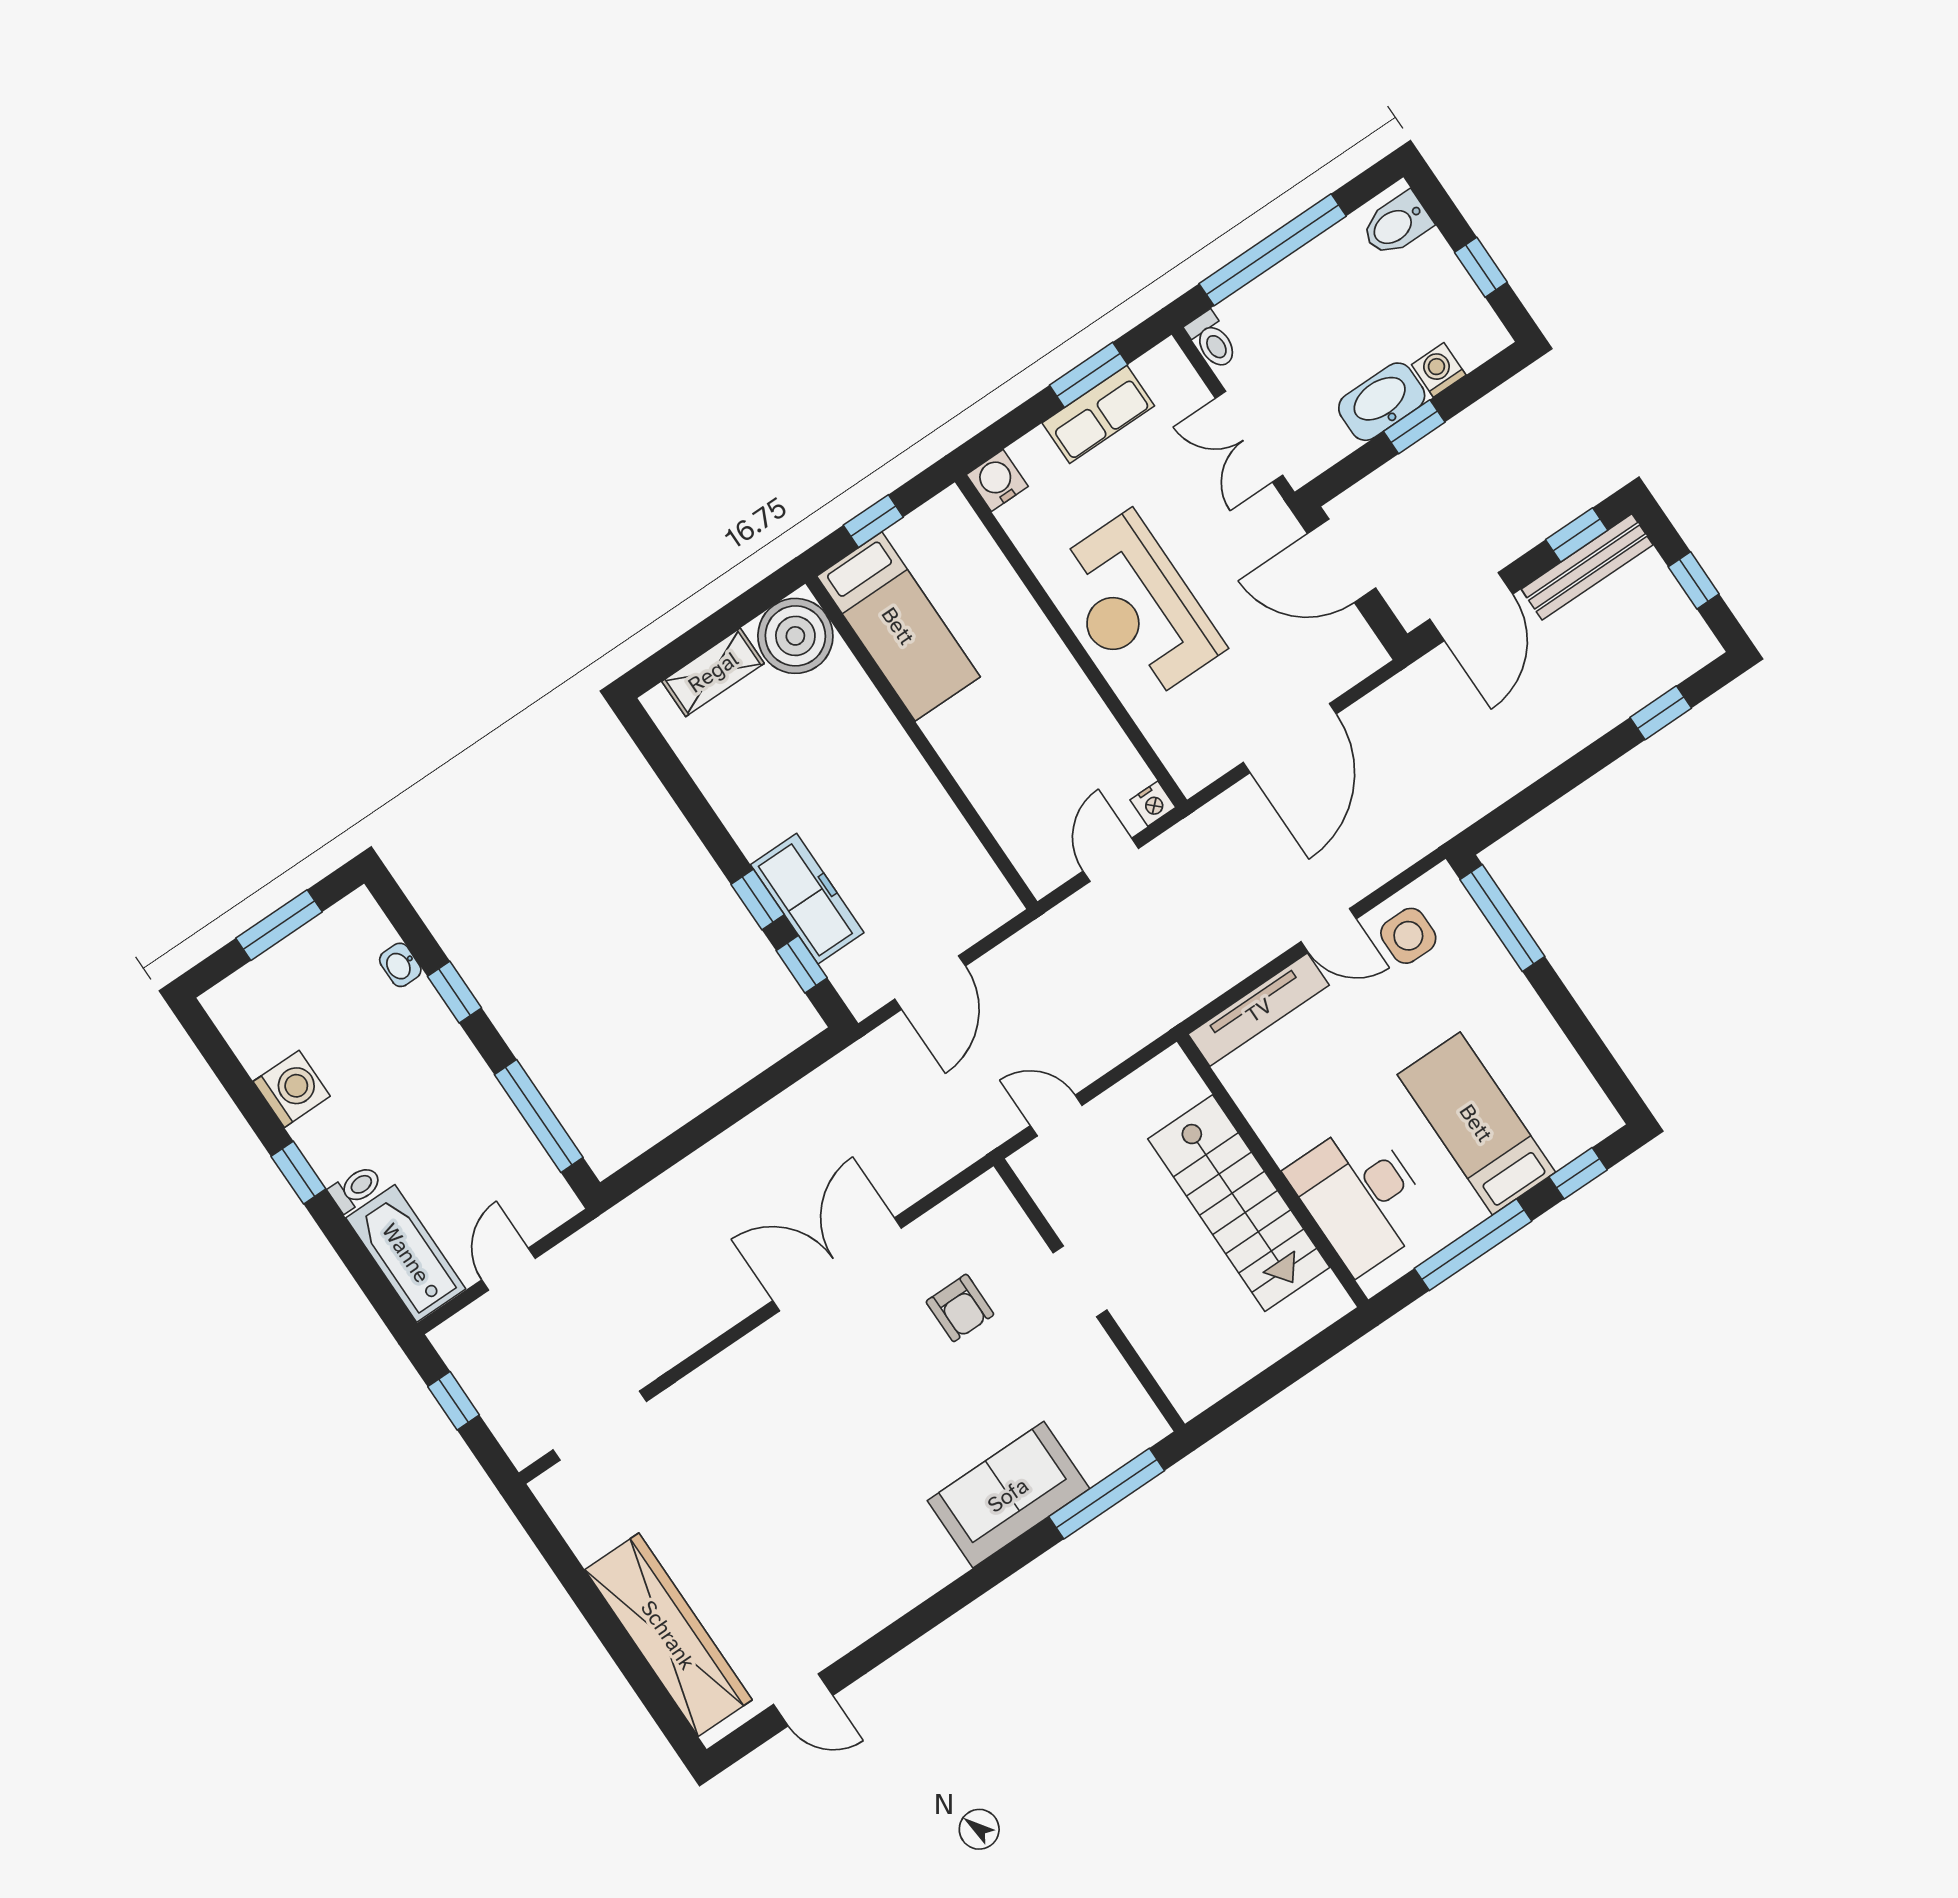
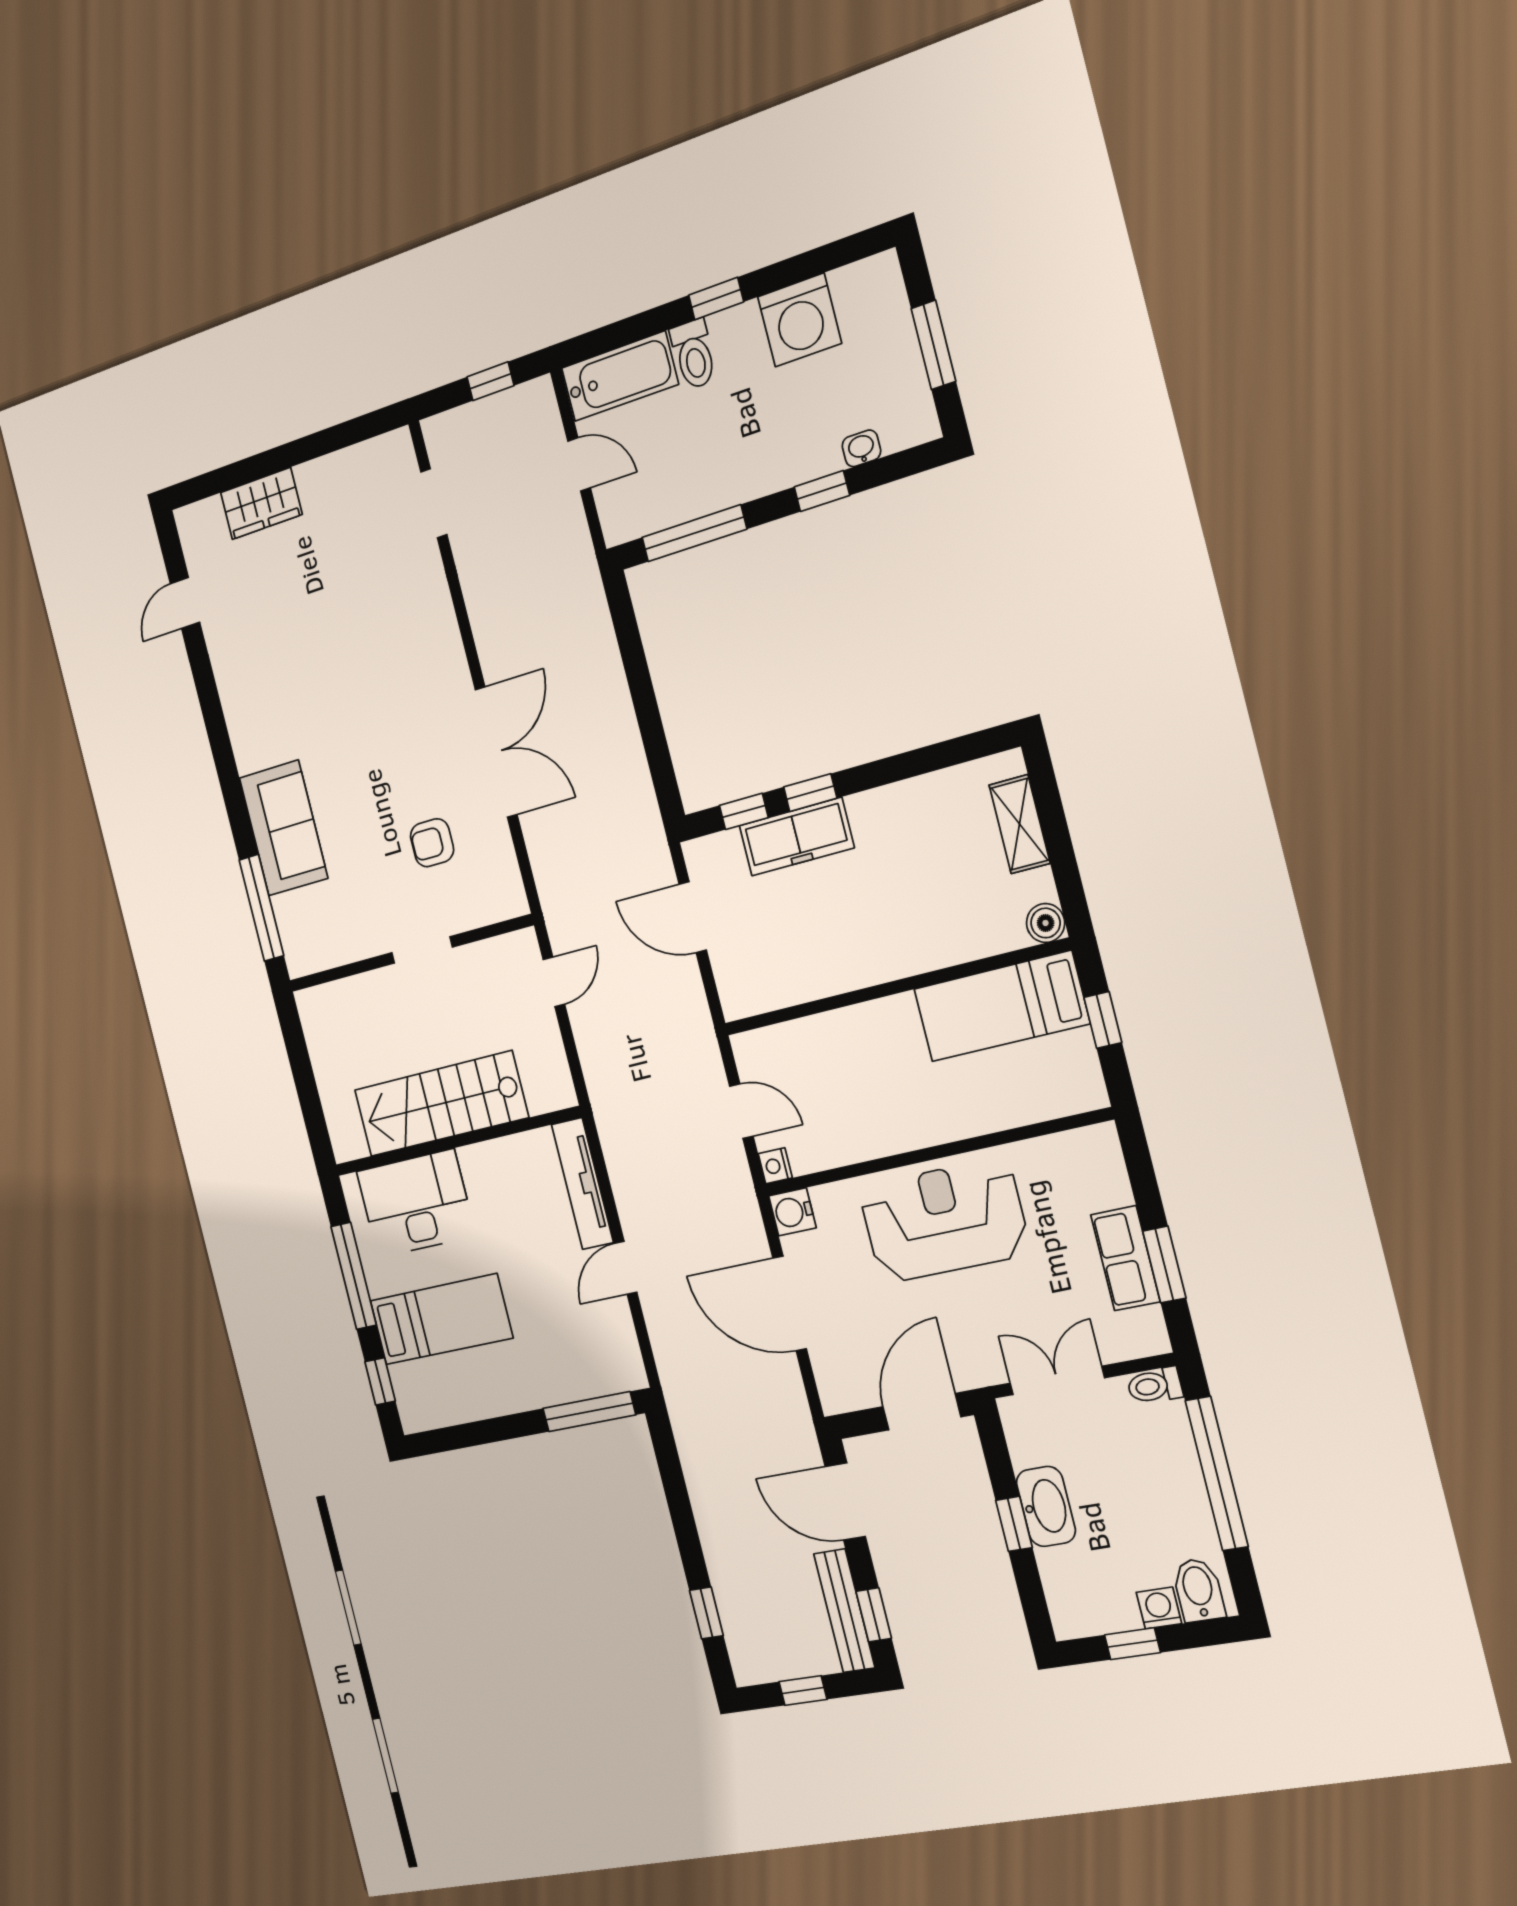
washing machine: (1439, 370) -> (1159, 1608), moved, turned -90
water cooler: (997, 480) -> (792, 1212), moved, turned 180
boiler: (795, 636) -> (1046, 923), width x0.54, depth x0.54
side table: (1408, 936) -> (600, 1330), removed
washing machine: (292, 1089) -> (800, 320), width x1.37, depth x1.37
toilet: (356, 1188) -> (694, 354), width x1.37, depth x1.39
doorway: (600, 1426) -> (434, 503), width x0.73
wardrobe: (668, 1635) -> (261, 503), width x0.48, depth x0.85

